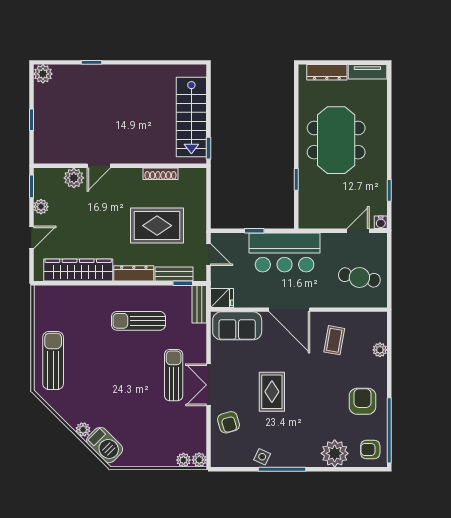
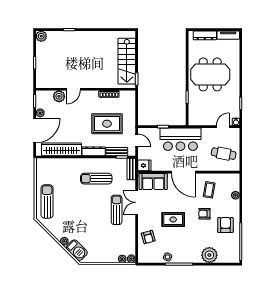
meeting table: (336, 140) -> (210, 74), turned 90
door: (31, 237) -> (35, 130), width x1.87
double door: (209, 385) -> (137, 202), moved
rug: (272, 392) -> (173, 219), turned 90
armchair: (370, 449) -> (204, 214), moved

